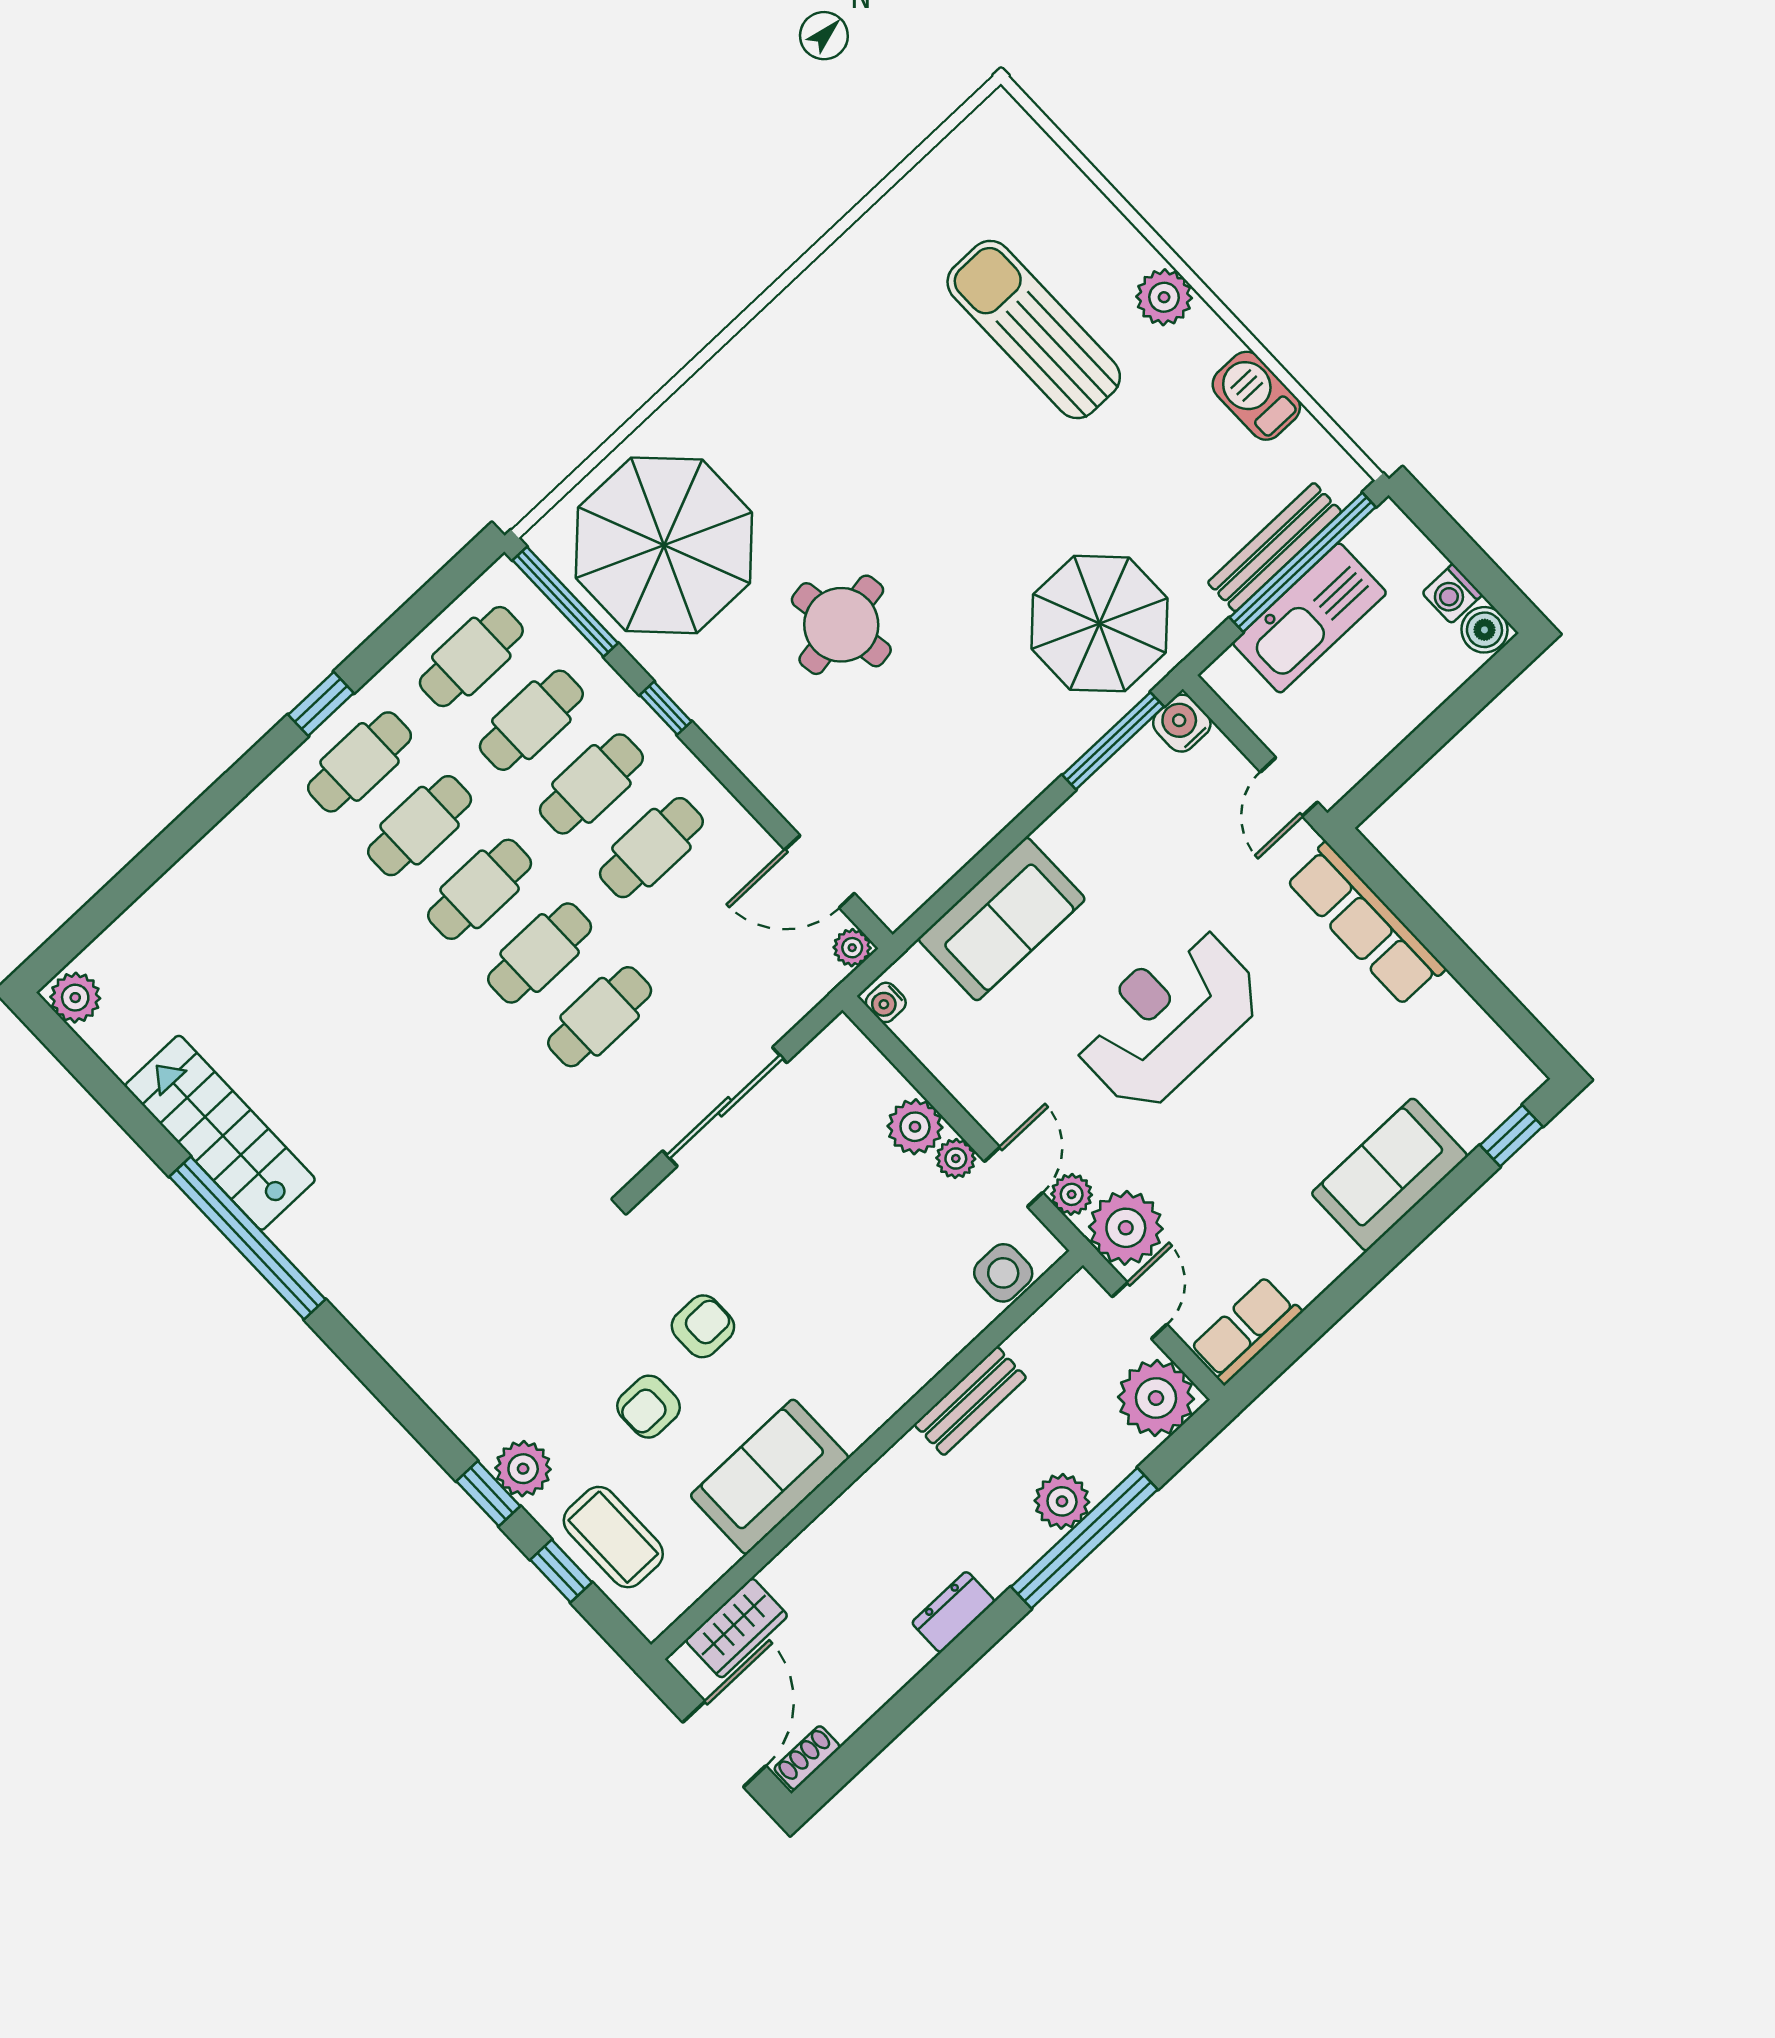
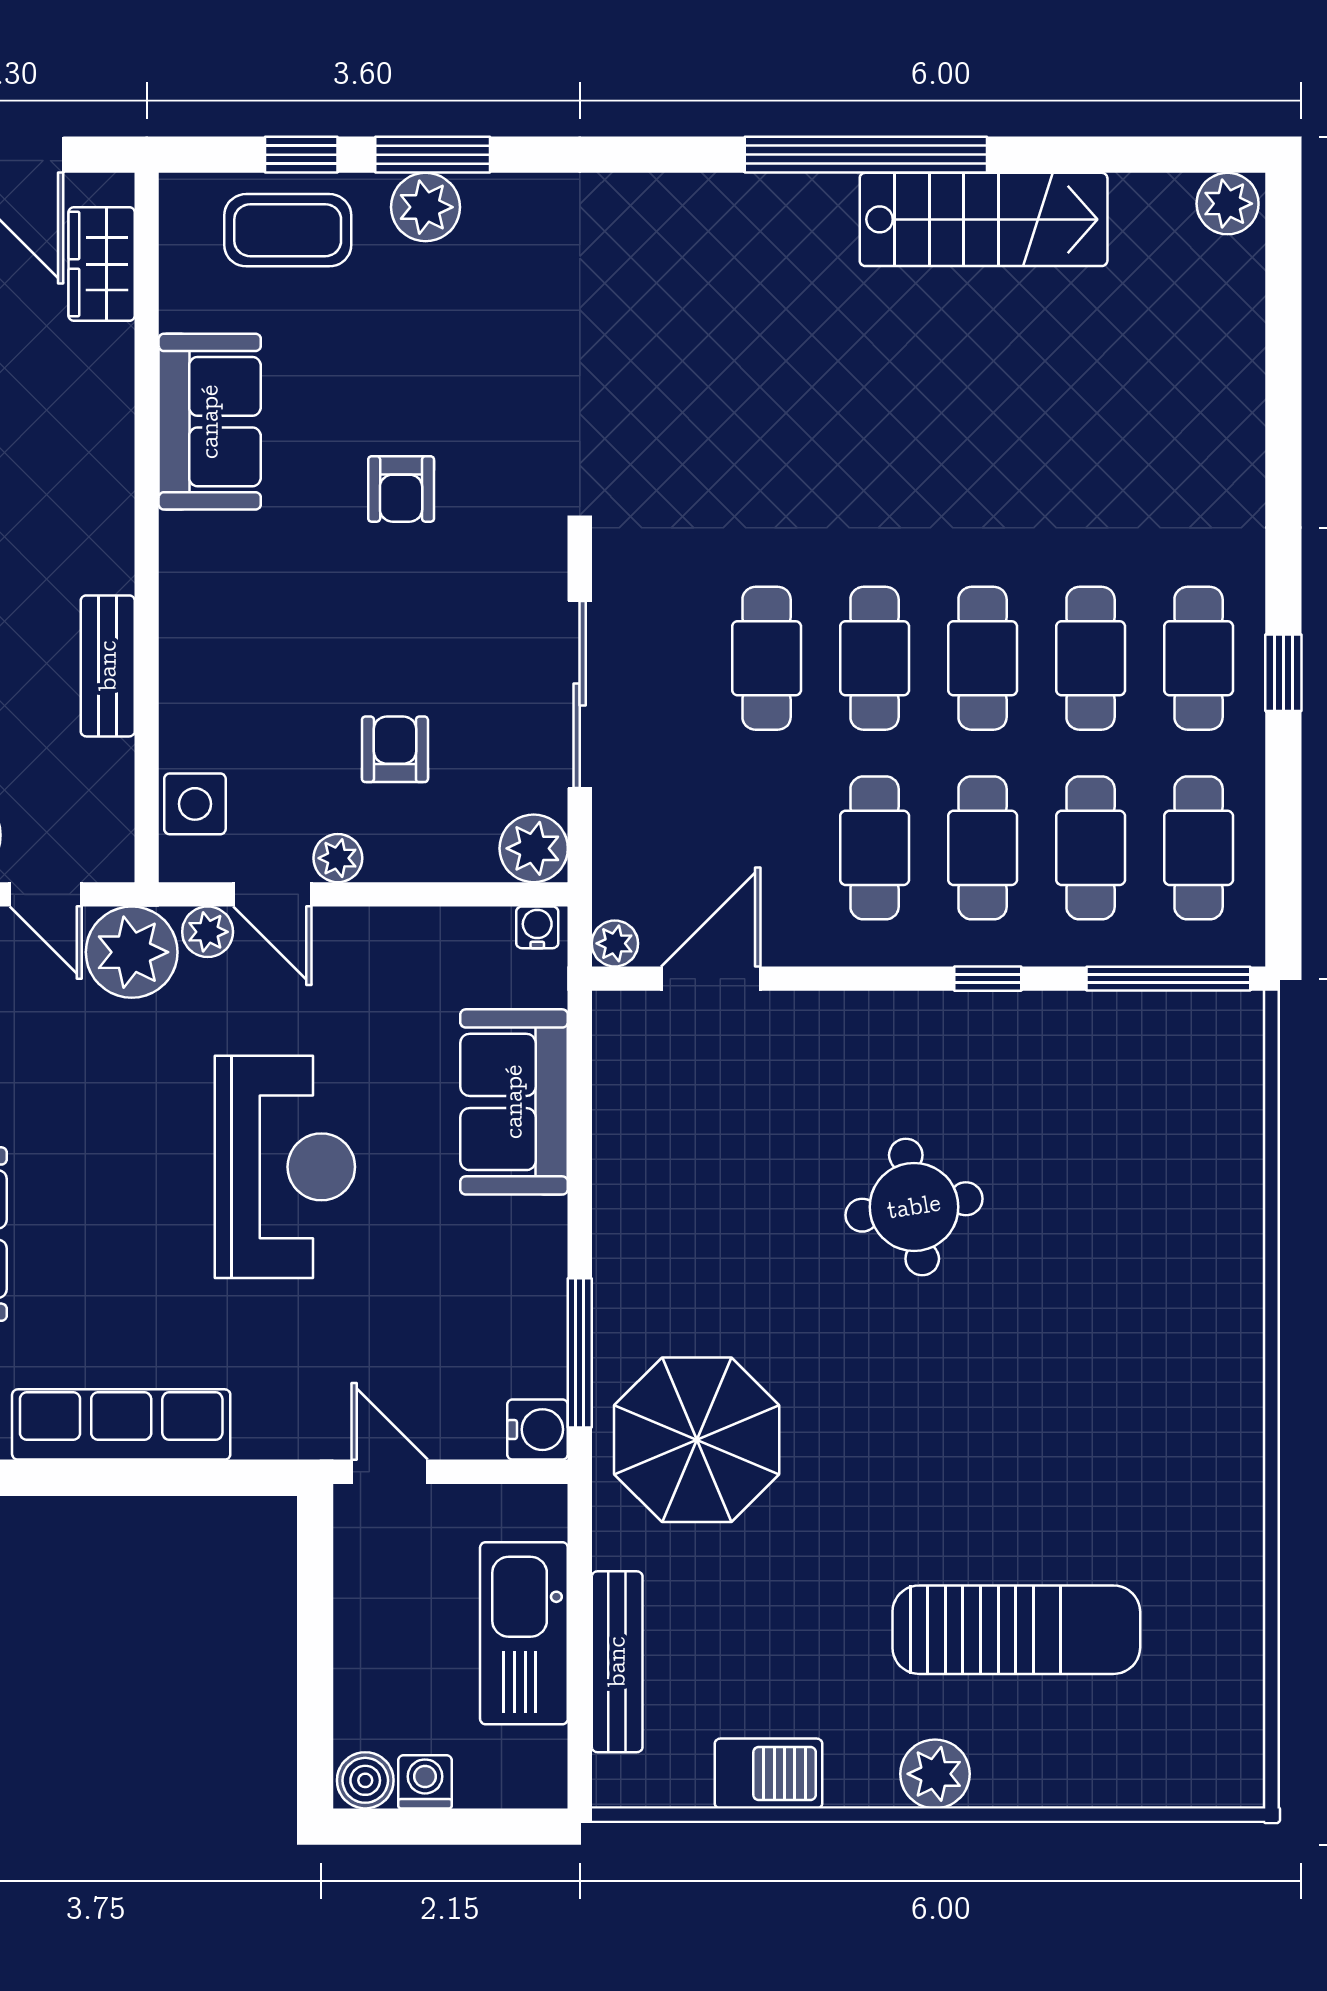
parasol: (664, 545) -> (1135, 1115), removed
window: (1303, 562) -> (580, 1674), removed
row of seats: (1366, 924) -> (121, 1424), moved
plant: (915, 1127) -> (534, 848), moved
armchair: (649, 1407) -> (395, 749), moved
window: (488, 1494) -> (433, 155), width x1.50

